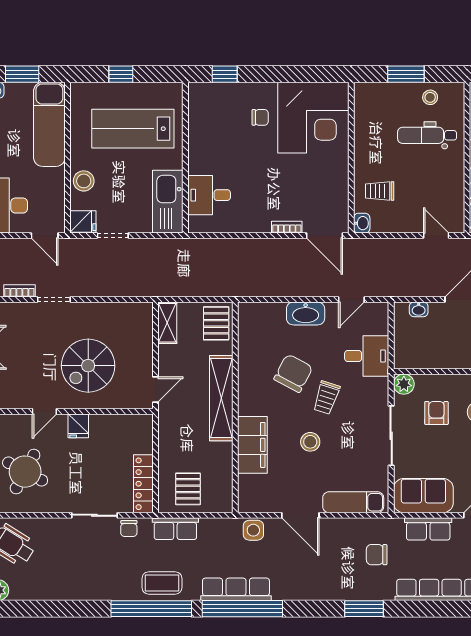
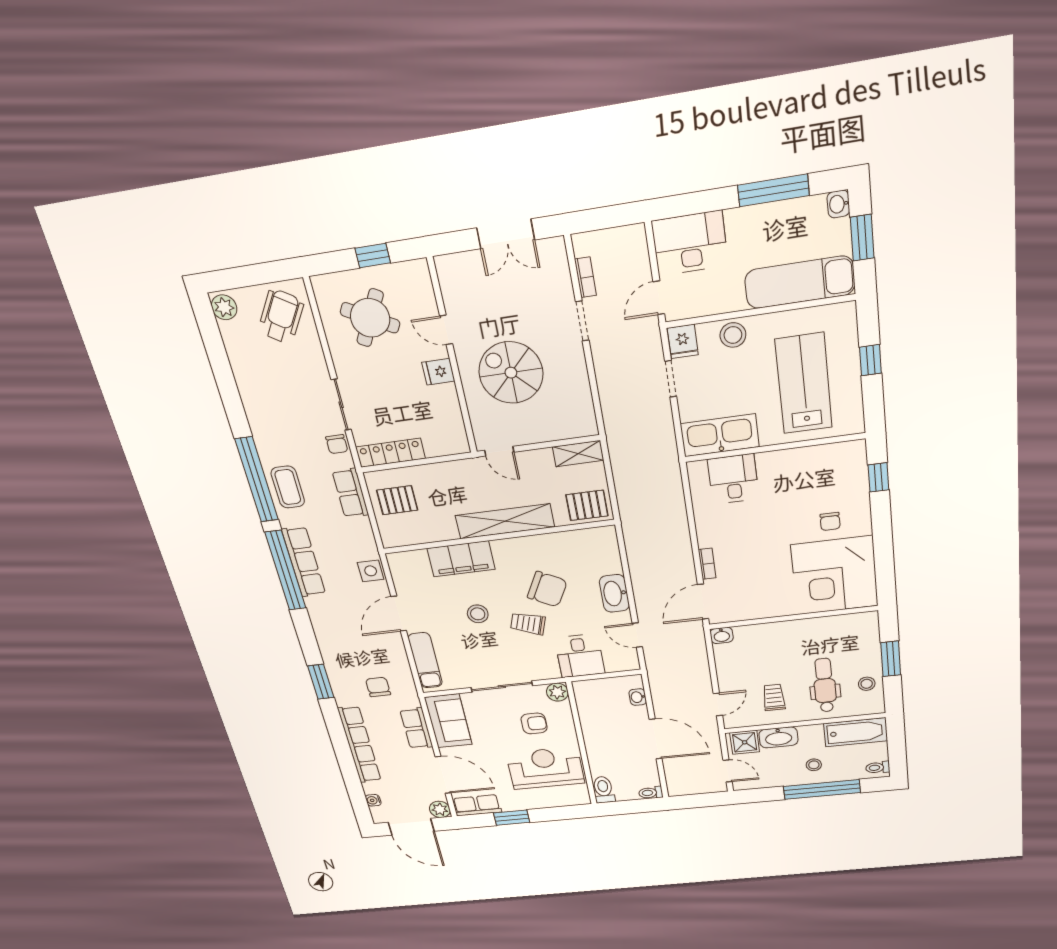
trolley: (380, 191) -> (774, 697), moved
chair: (129, 528) -> (337, 444), turned -90

